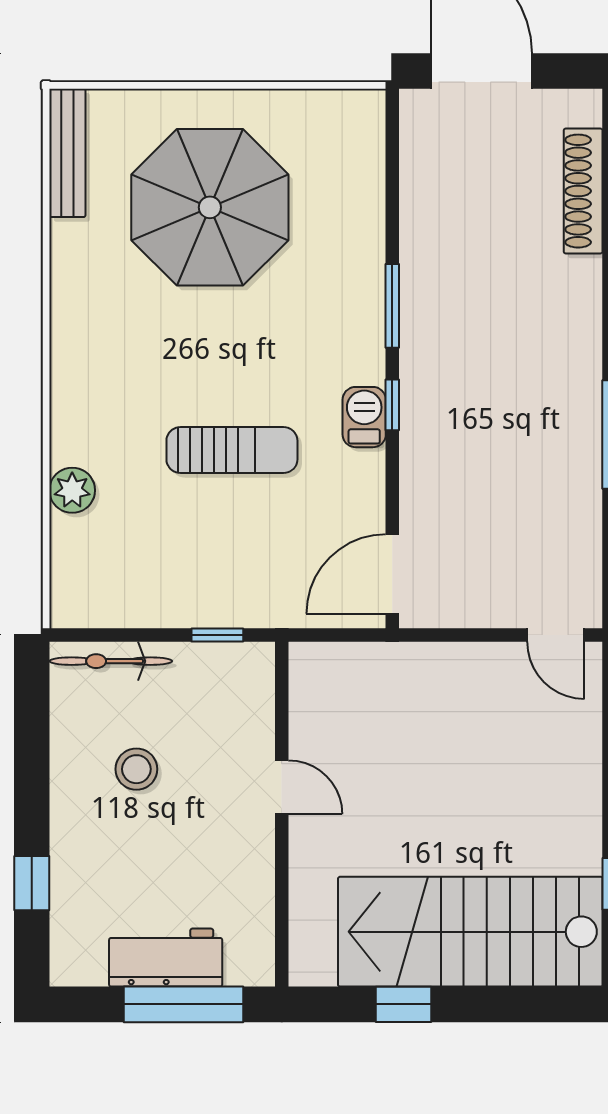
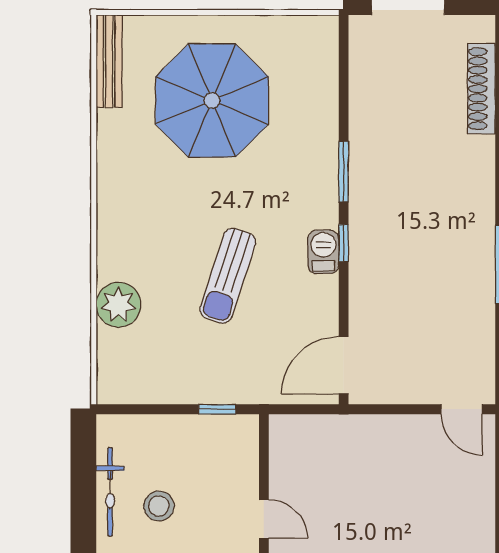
sun lounger: (232, 450) -> (228, 276), turned 108
plant: (72, 490) -> (119, 305), width x1.36, depth x1.36
bicycle: (111, 661) -> (110, 492), moved, turned -90

